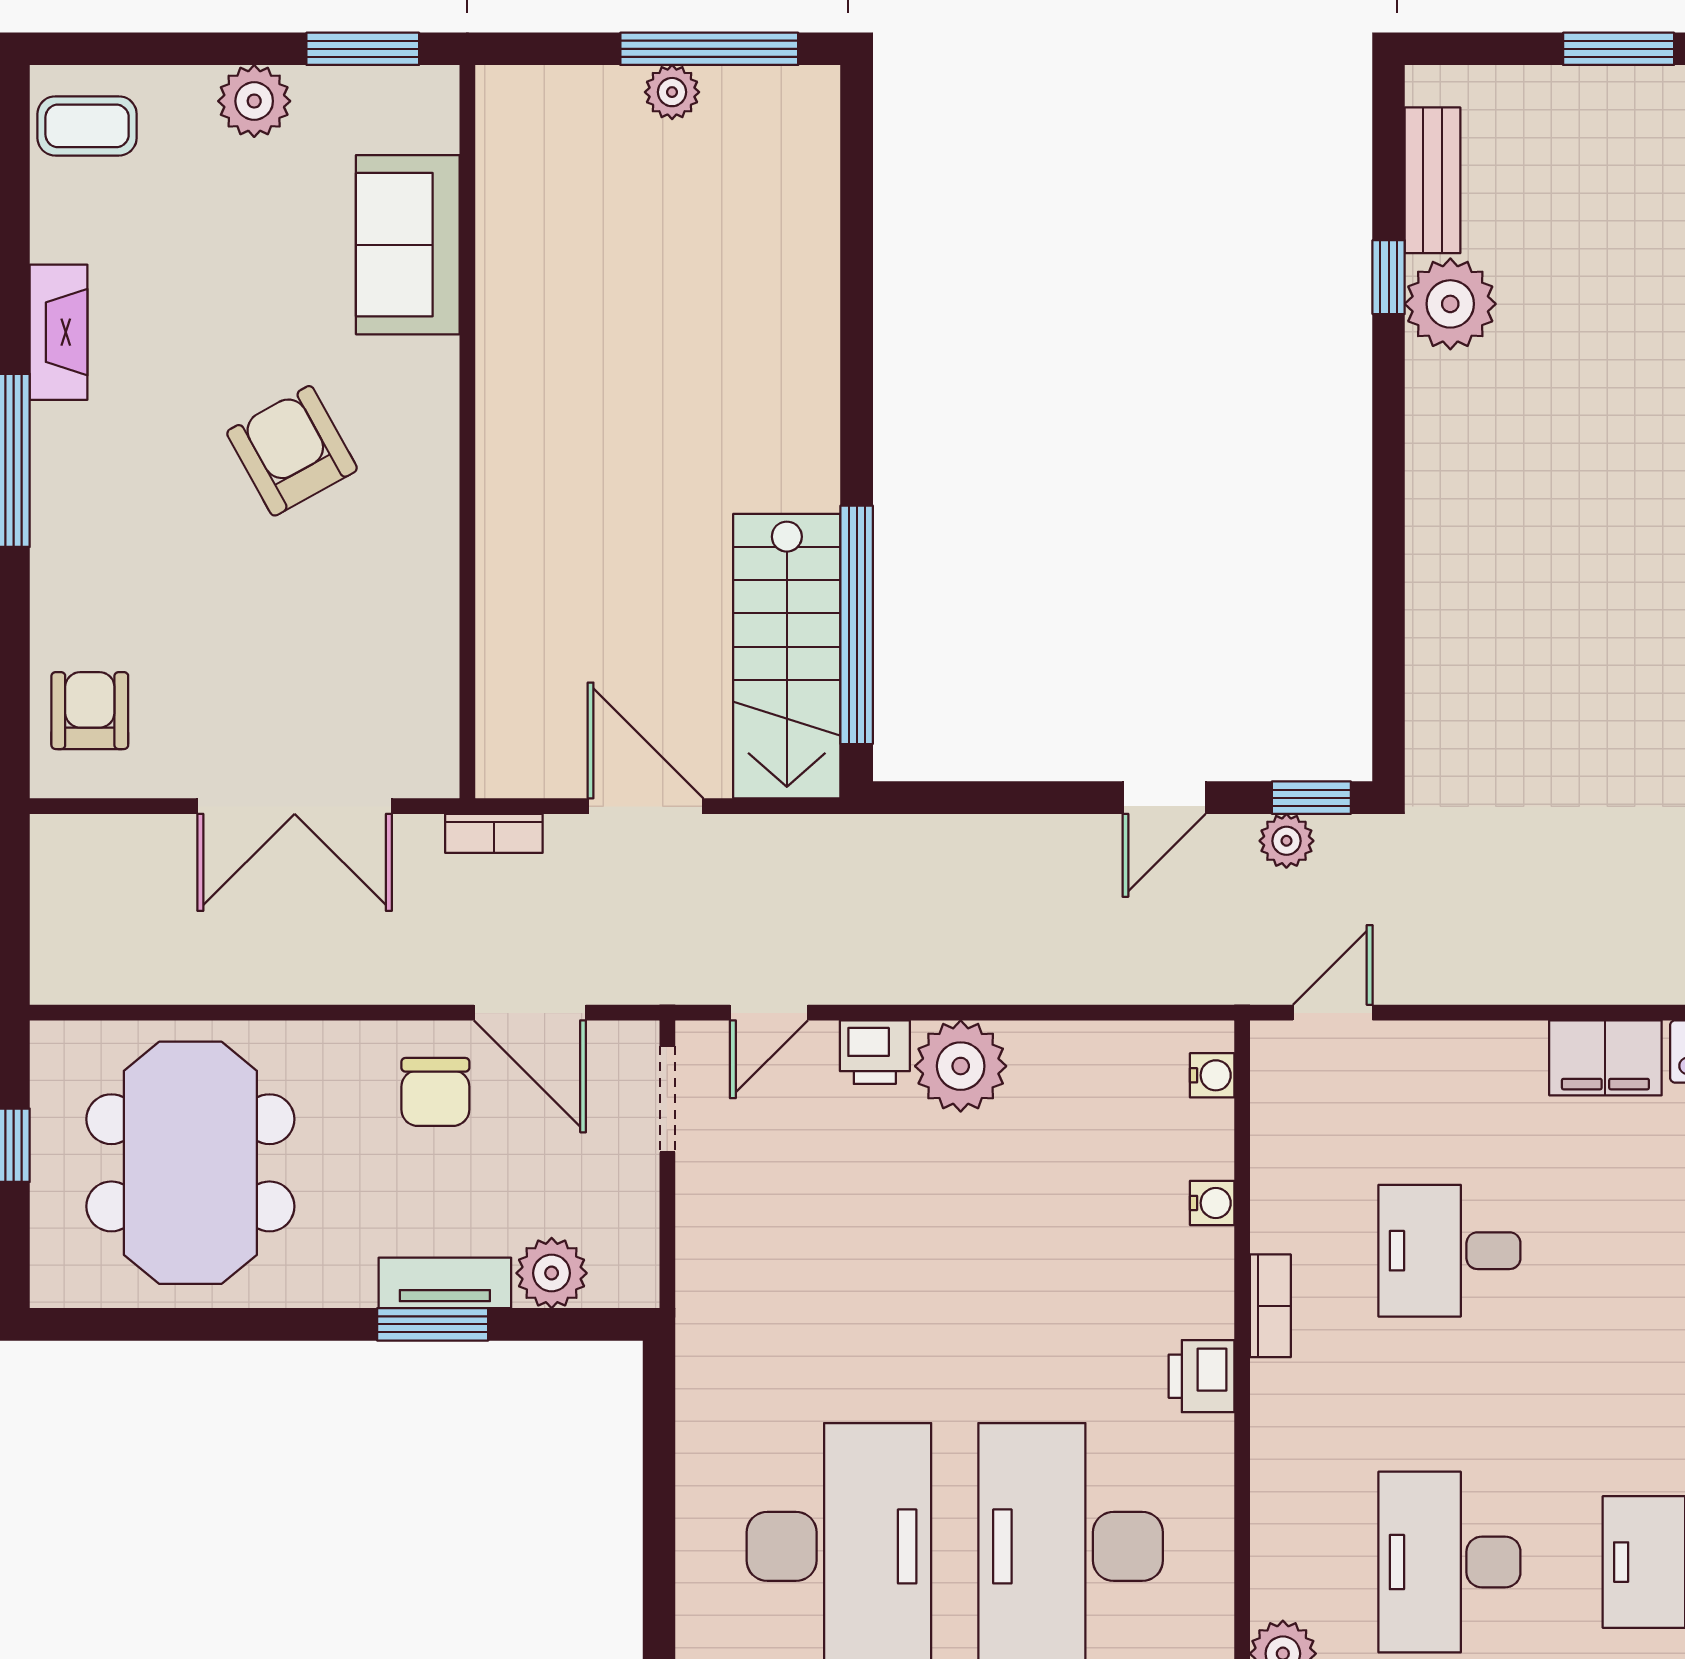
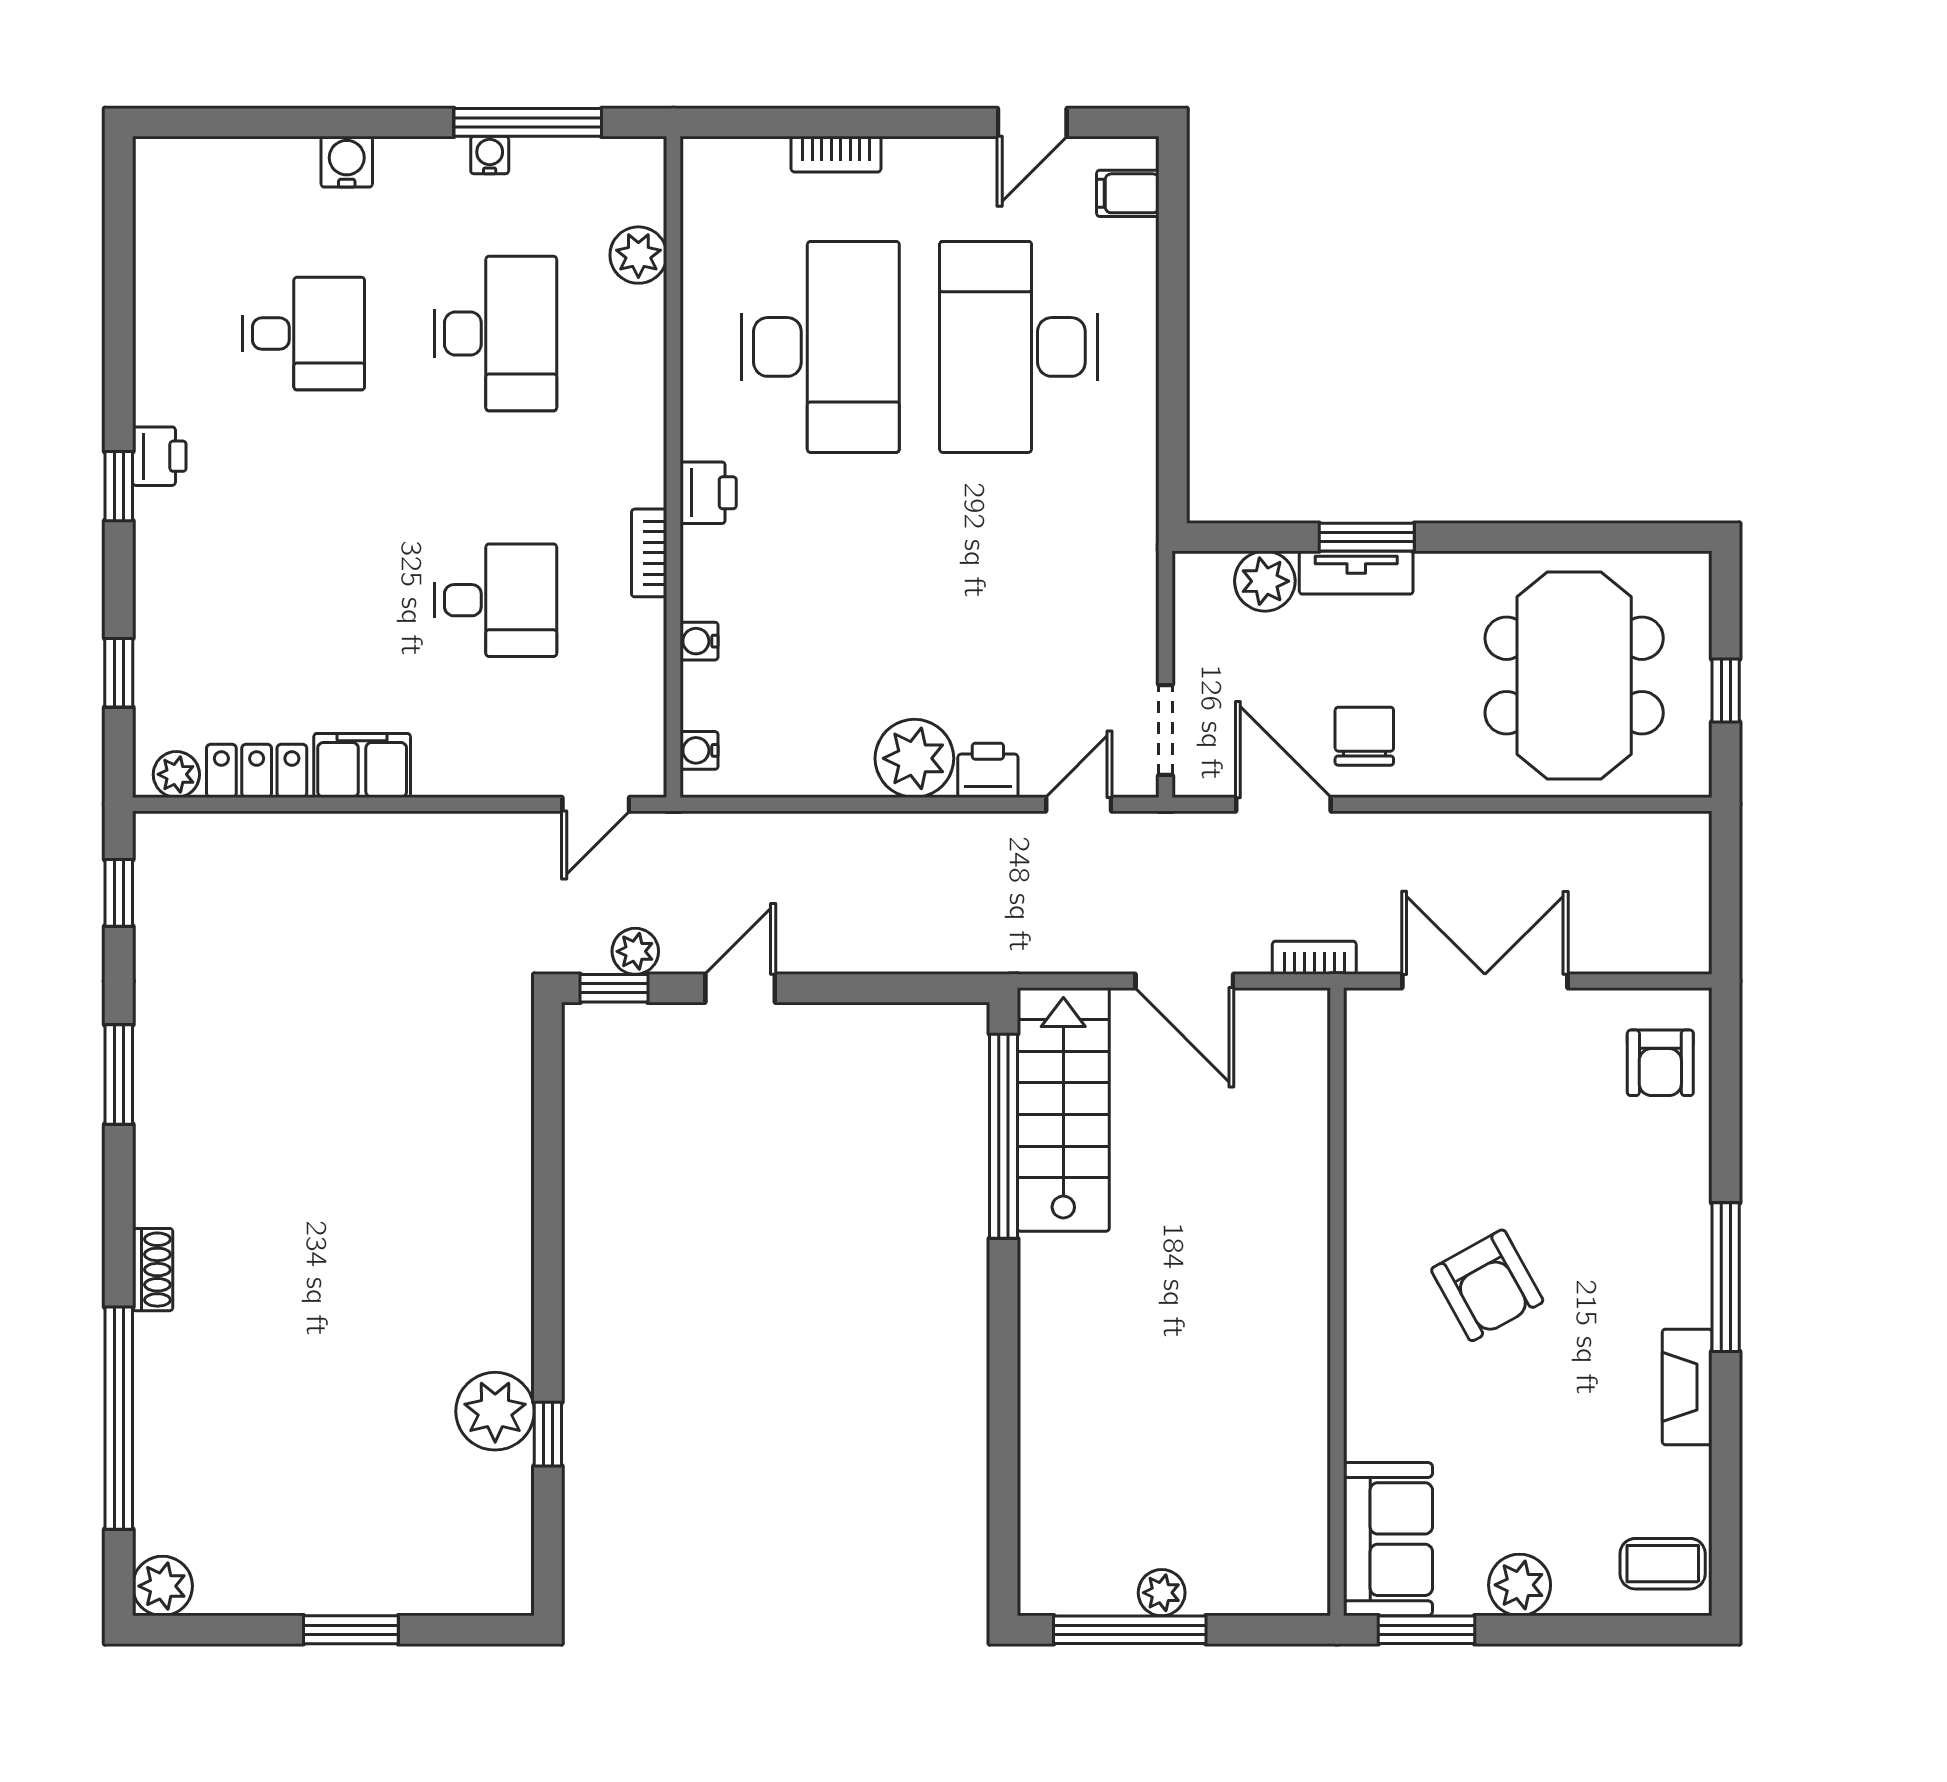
bench: (1433, 180) -> (510, 1517), removed
sofa: (408, 245) -> (1388, 1539), moved

